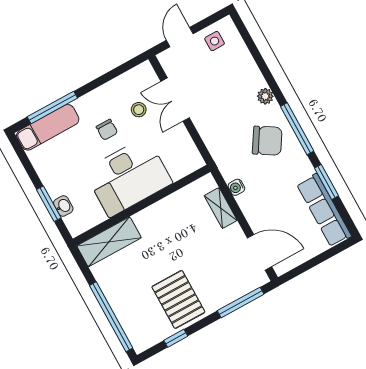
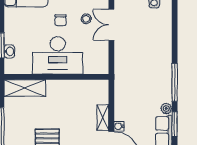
plant: (265, 96) -> (166, 109), moved
chair: (267, 141) -> (153, 80), removed
water cooler: (236, 187) -> (119, 126), moved
shelving: (221, 208) -> (103, 118), moved

